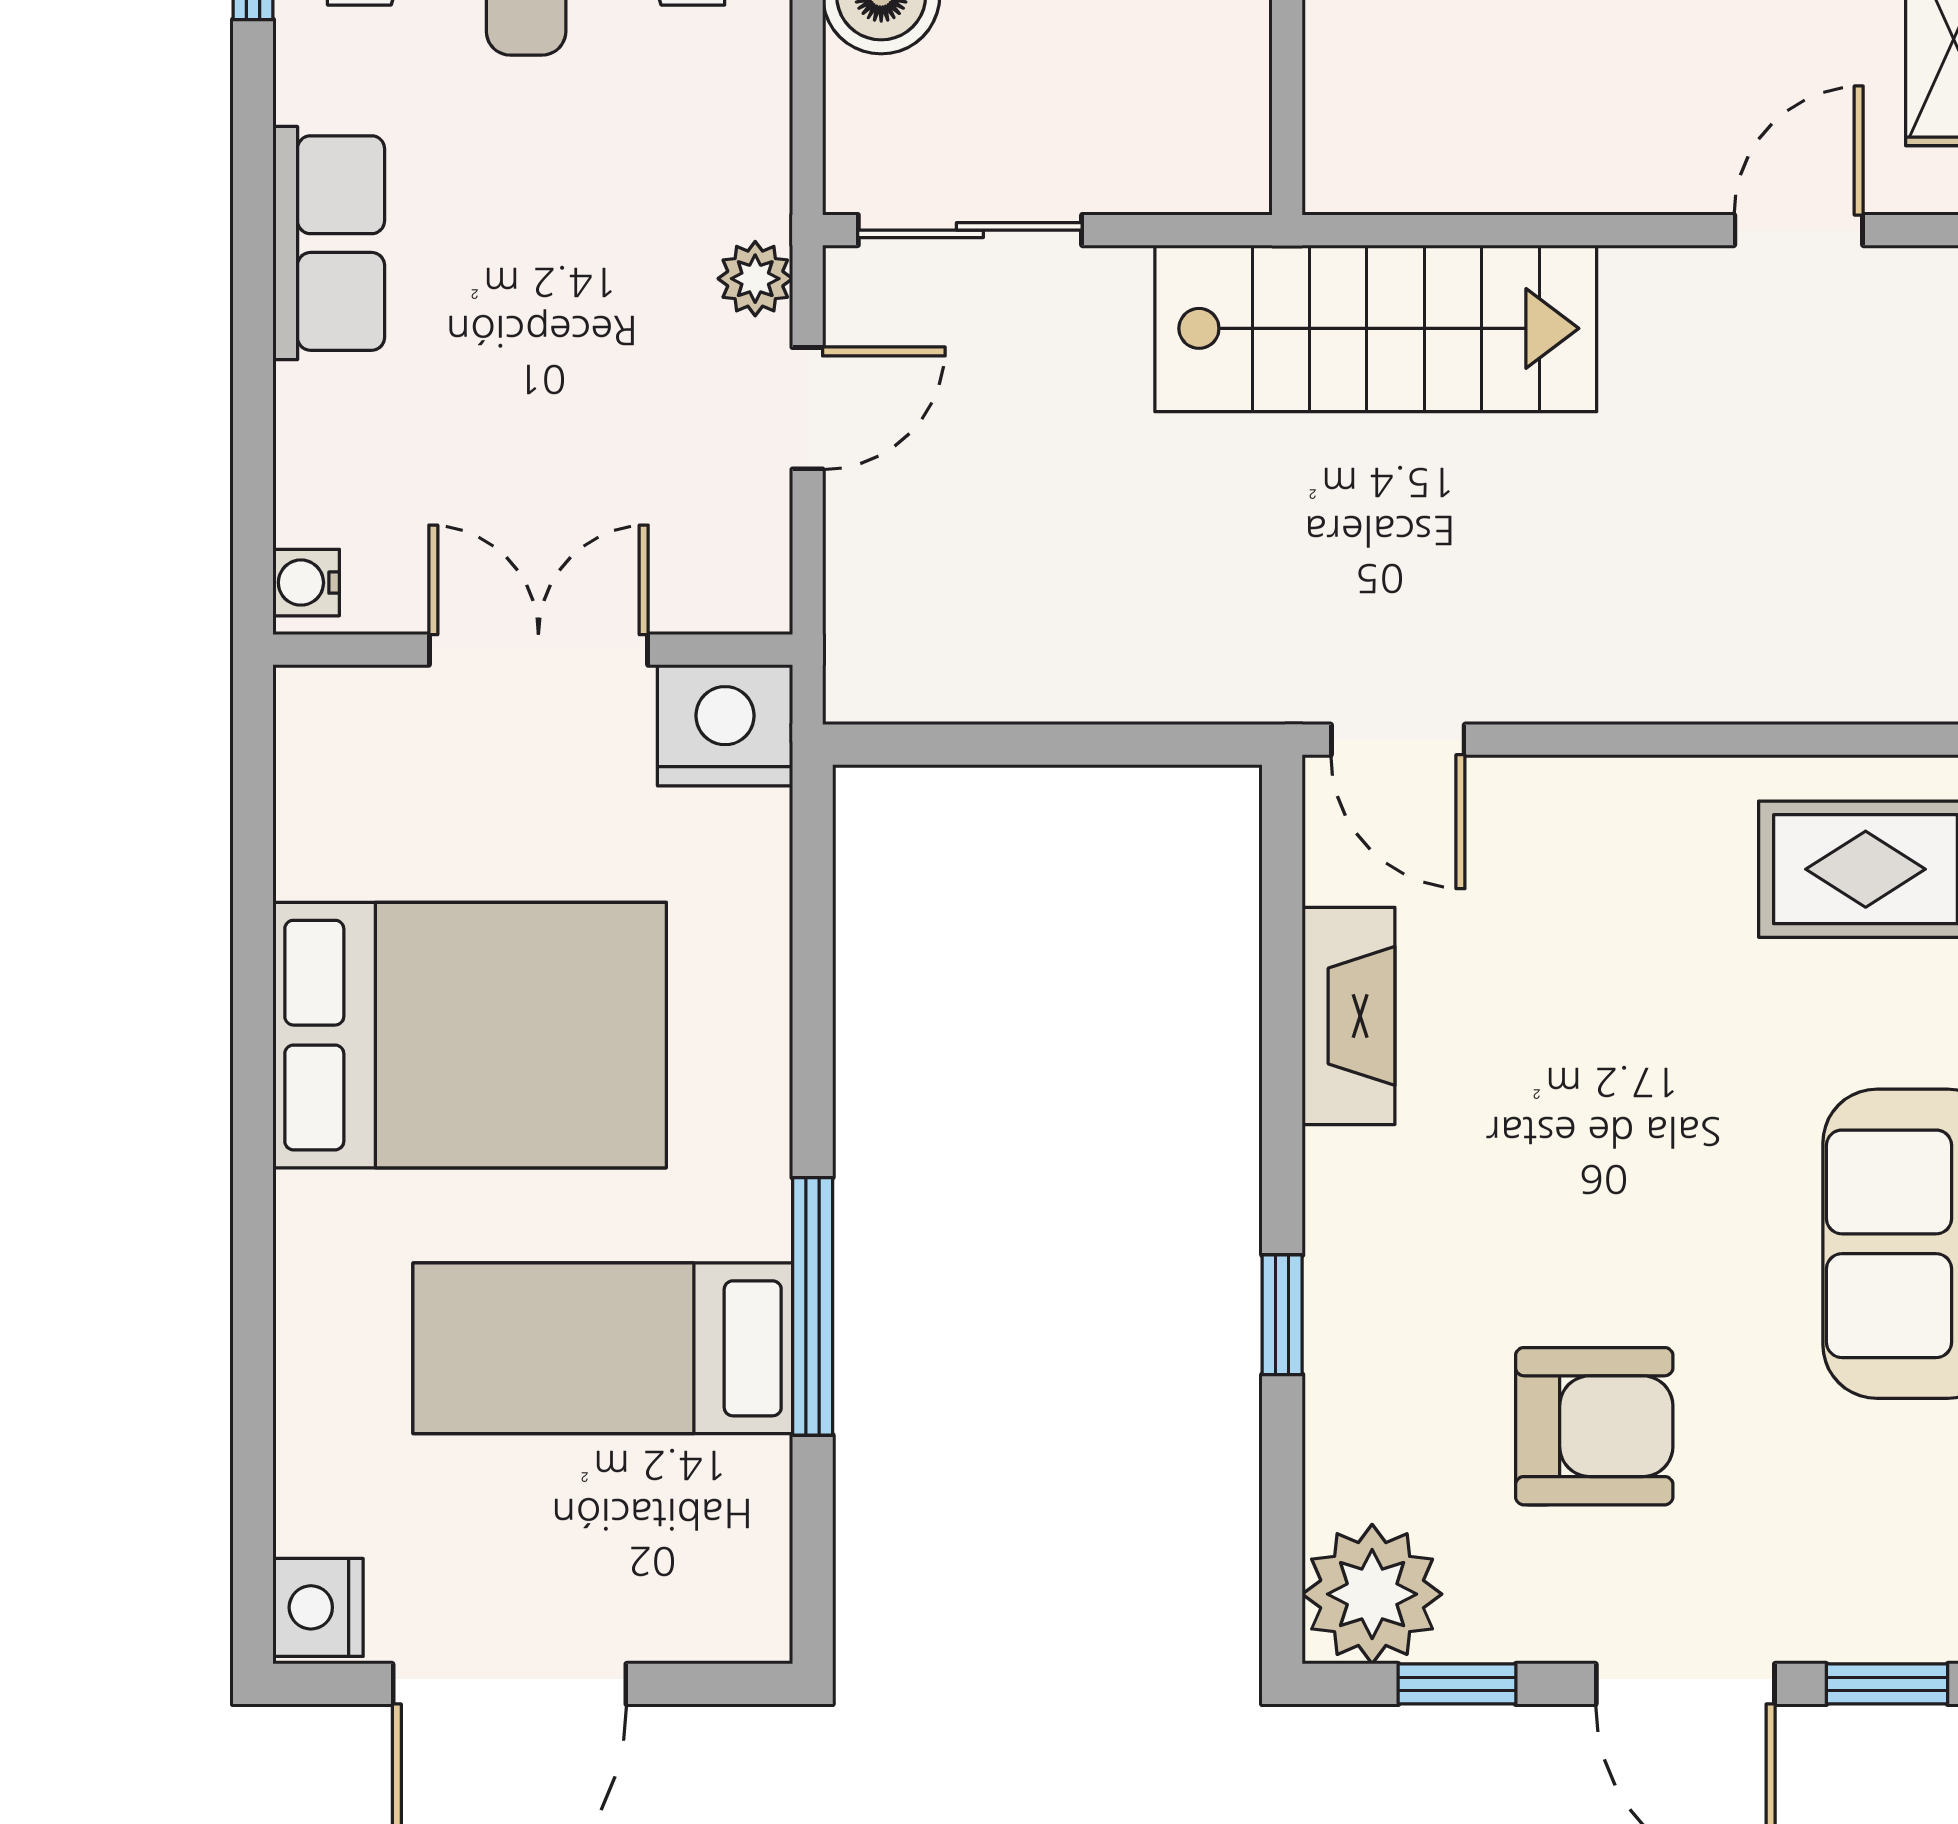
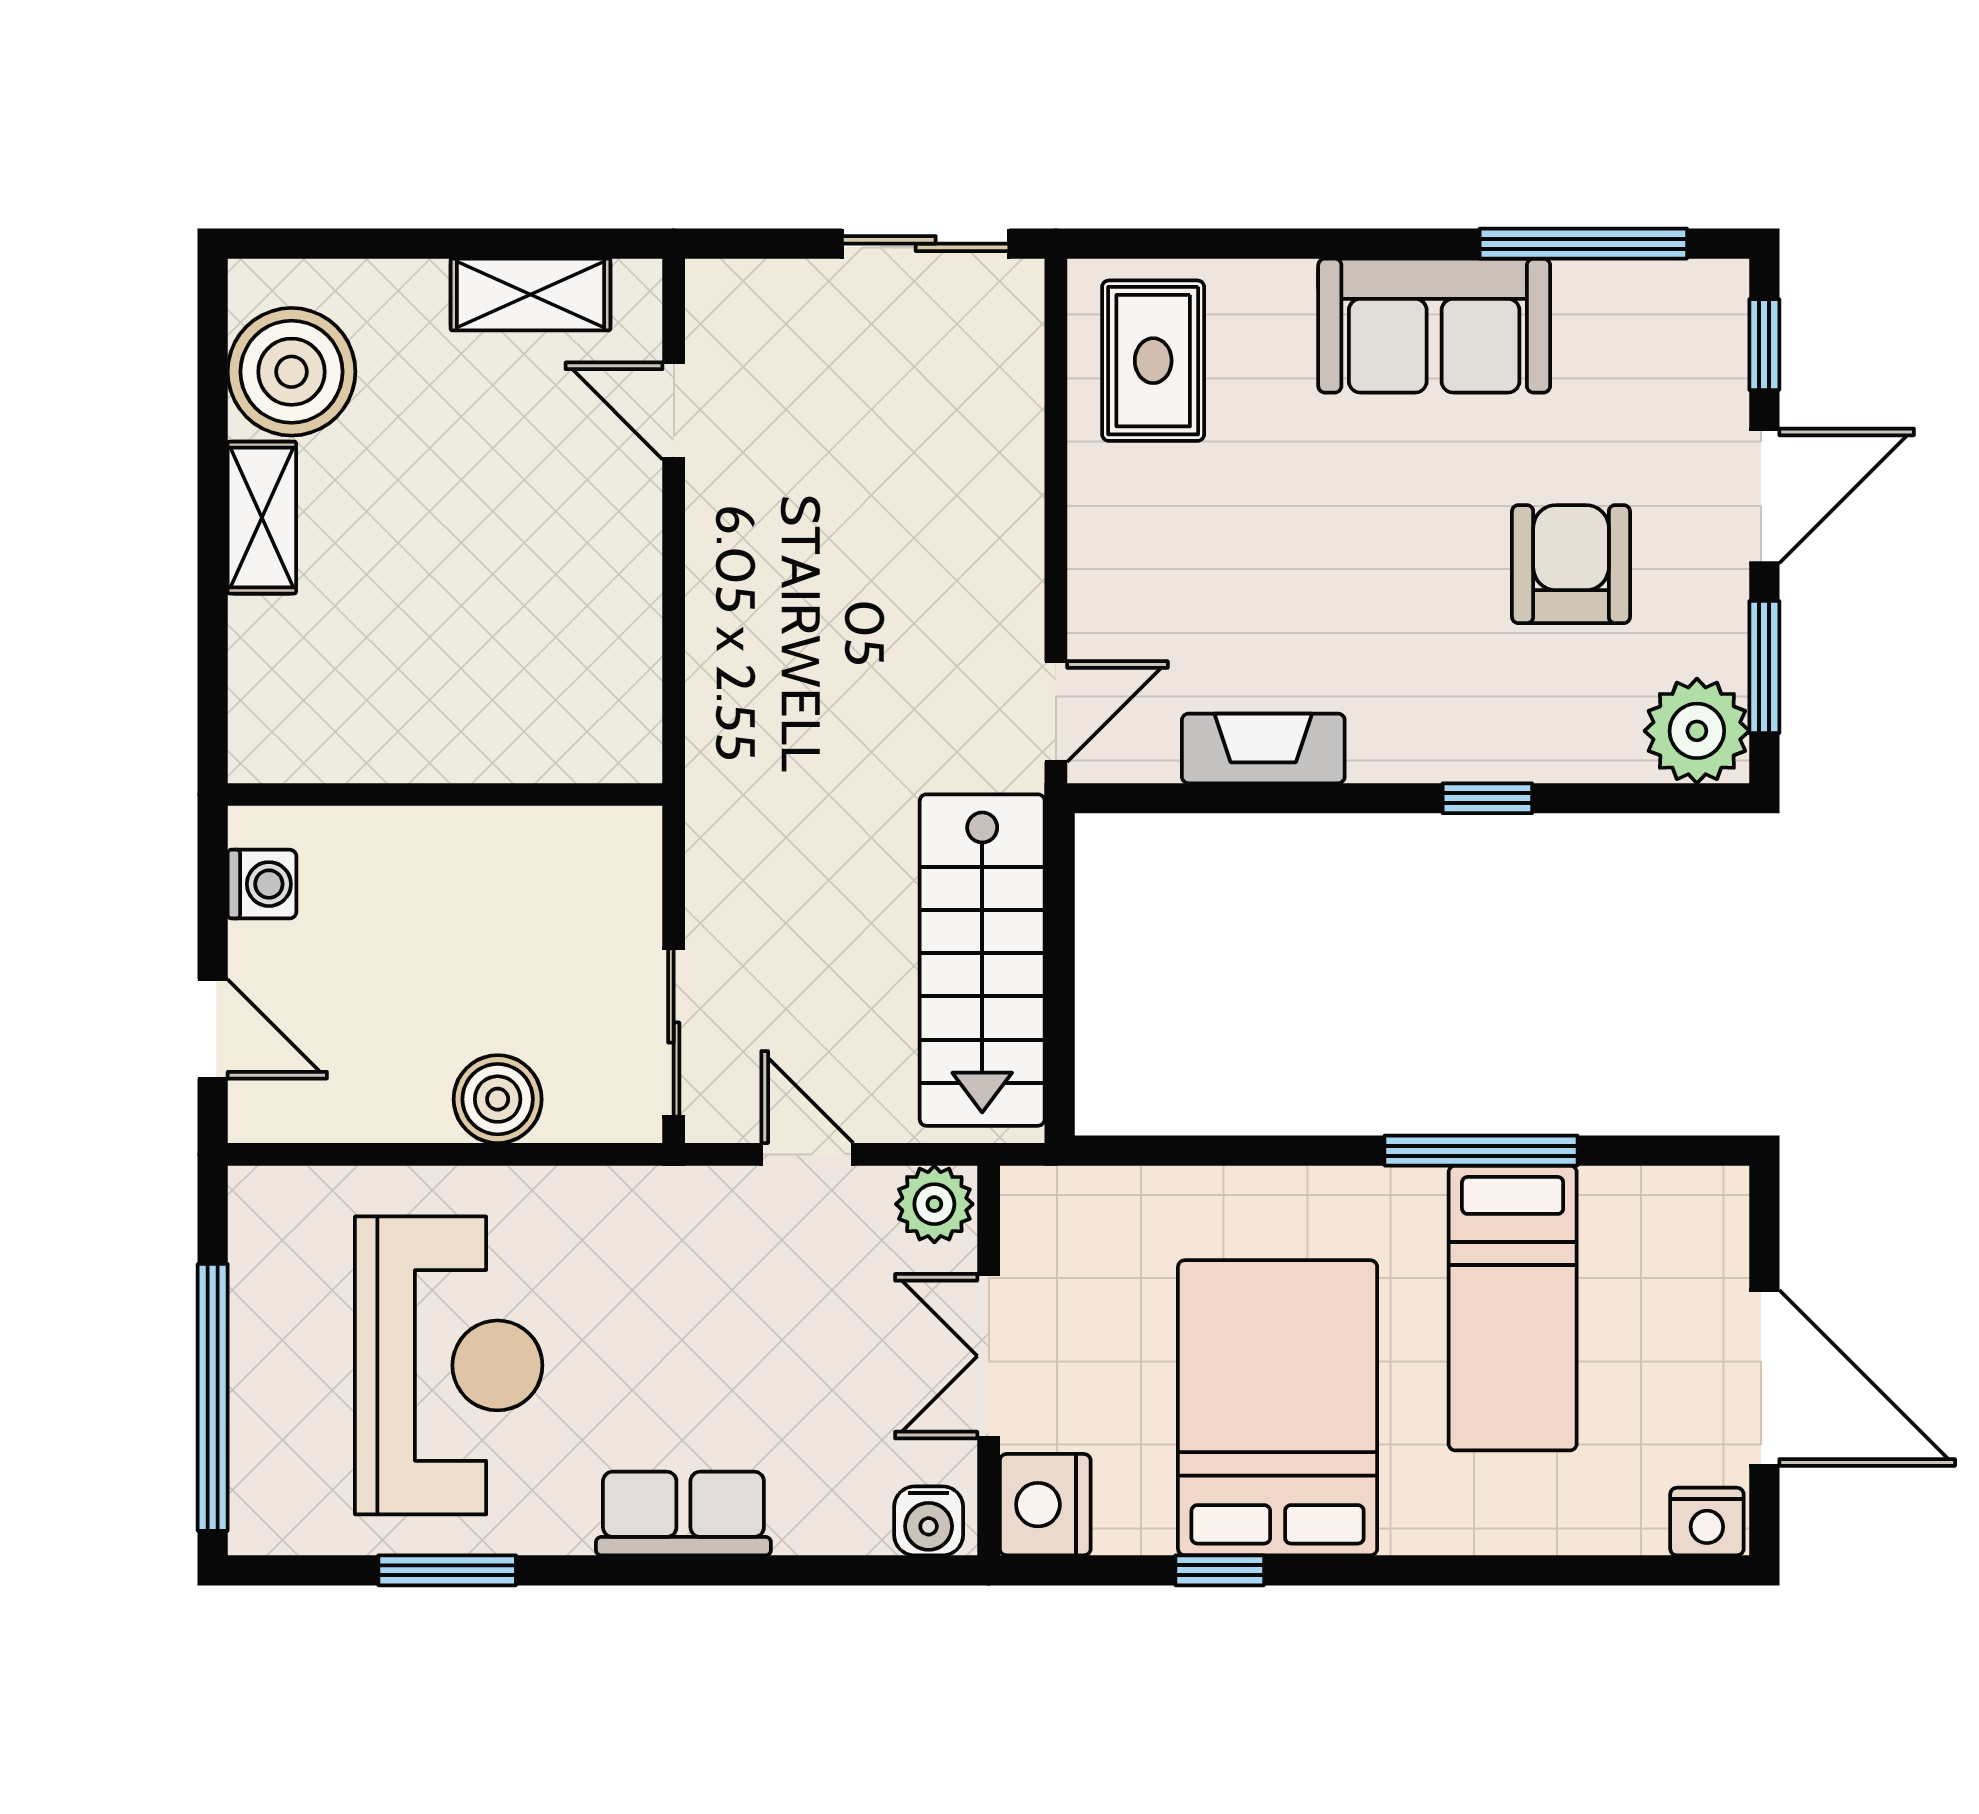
plant: (755, 279) -> (934, 1204), moved, width x1.38, depth x1.38
stairs: (1376, 328) -> (982, 960), moved, turned 180
water cooler: (306, 583) -> (929, 1521), width x1.38, depth x1.38
nightstand: (725, 725) -> (1045, 1505), moved
window: (253, 958) -> (1220, 1570), added
window: (1457, 1684) -> (1764, 667), width x1.50

